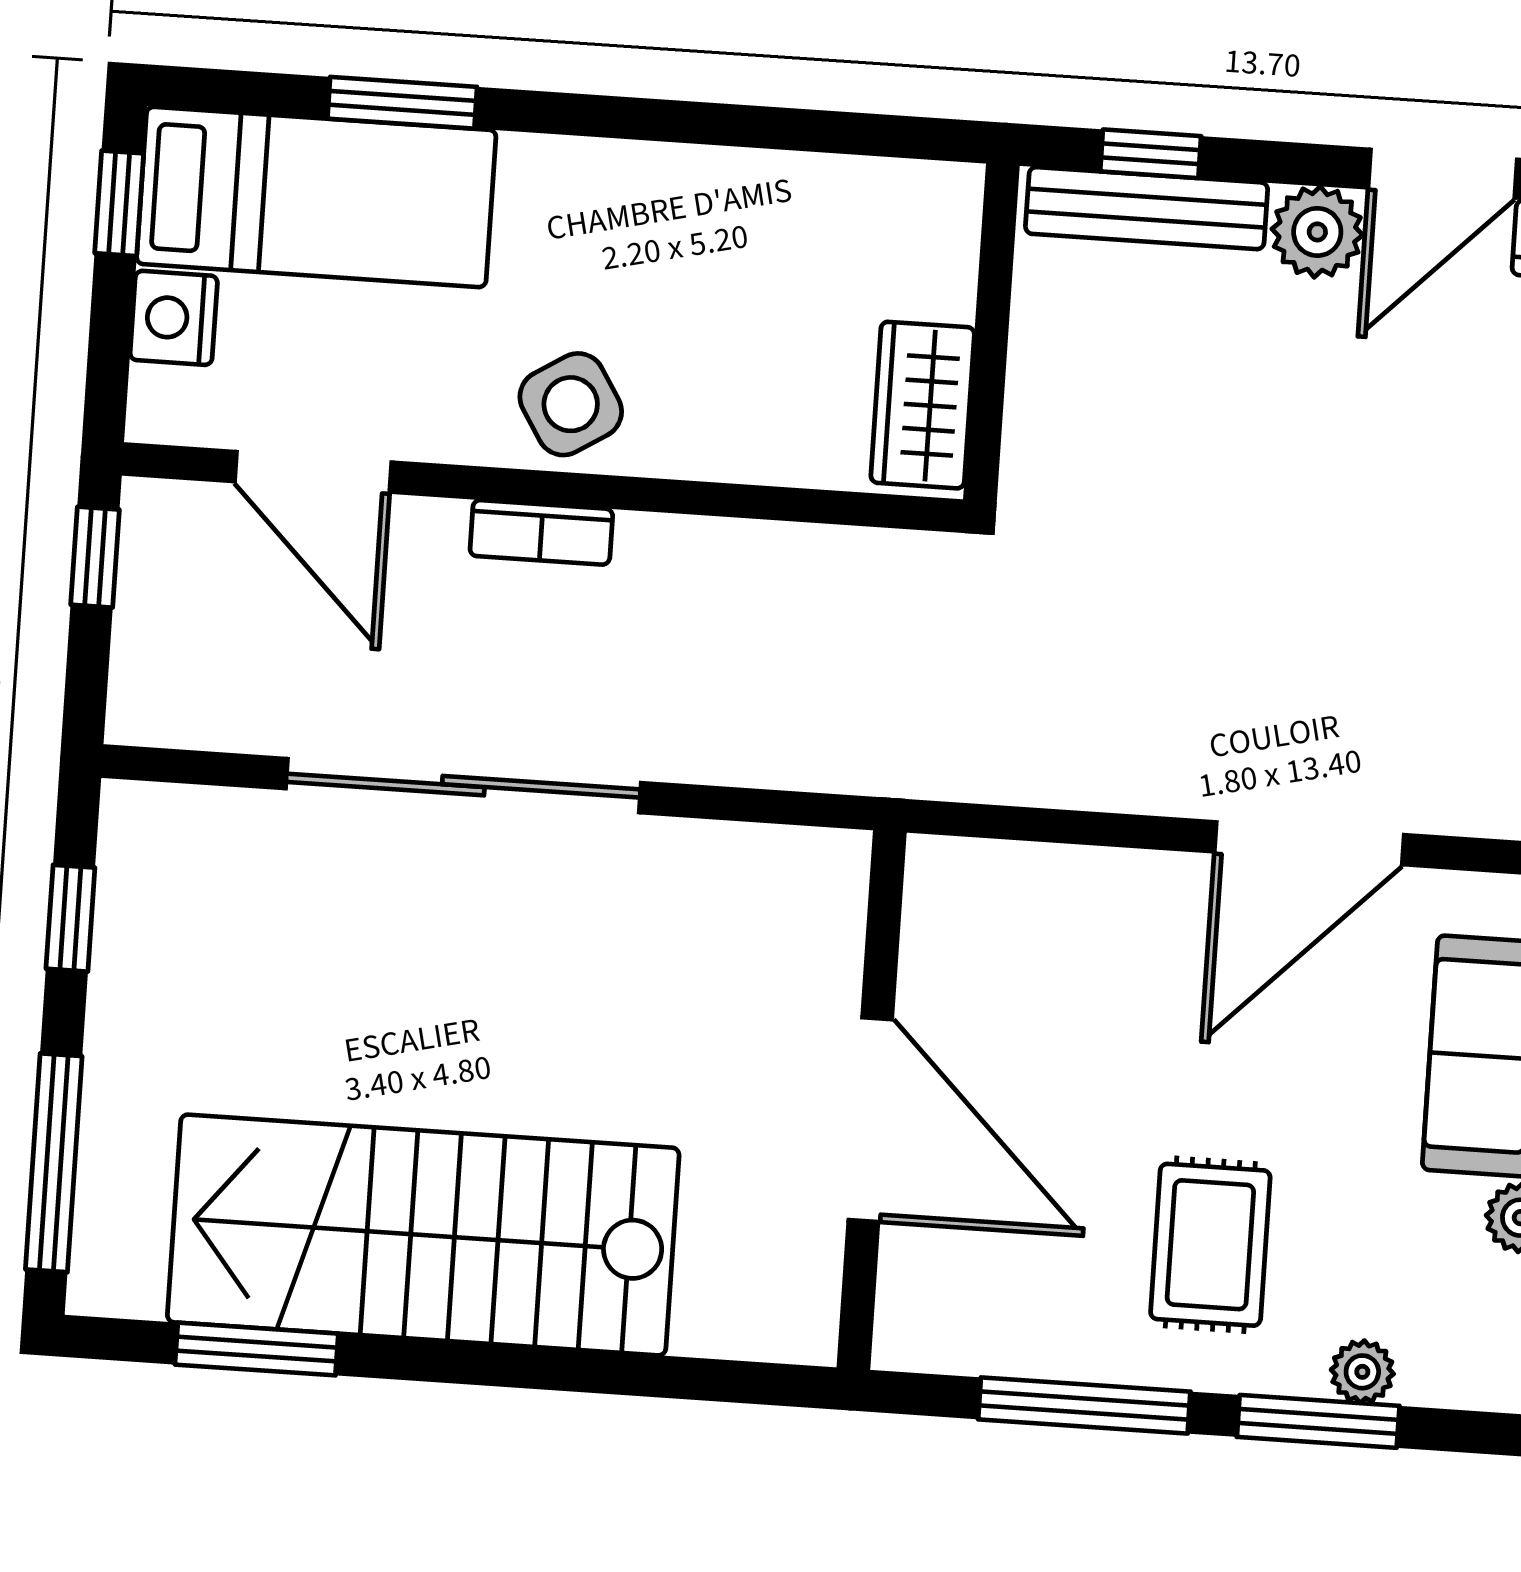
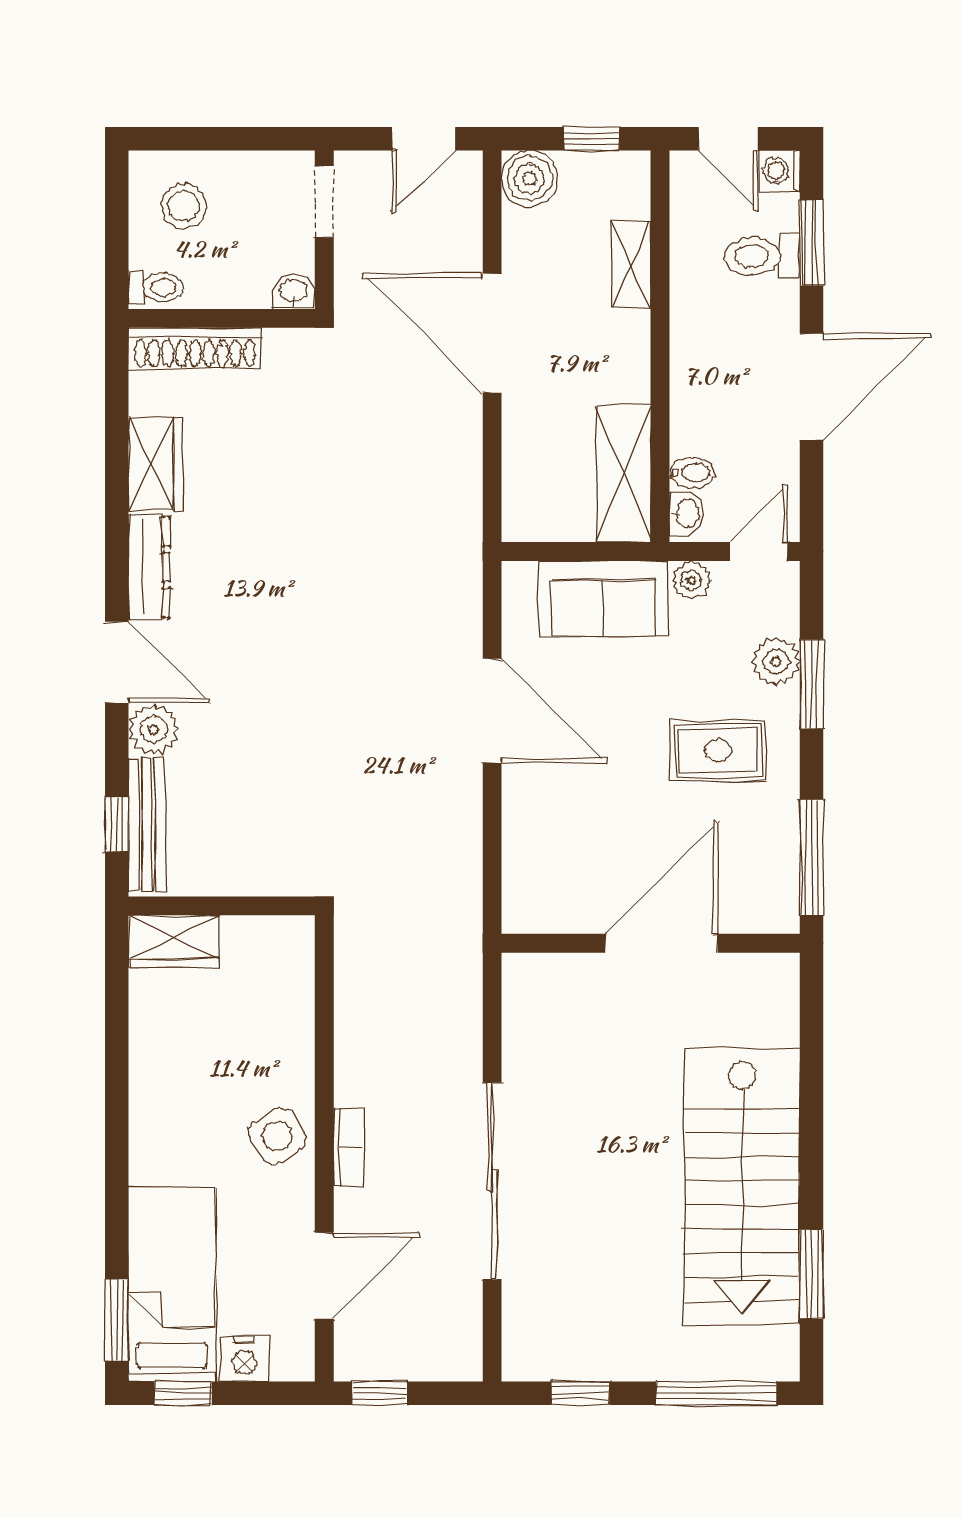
window: (402, 103) -> (117, 1320), moved
wardrobe: (923, 405) -> (174, 941), moved
plant: (1362, 1372) -> (776, 662), width x1.38, depth x1.38
window: (1084, 1405) -> (812, 858), moved

